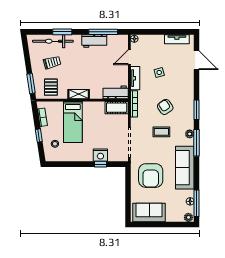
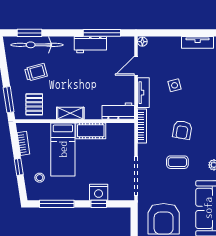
window: (62, 32) -> (30, 33), moved
armchair: (165, 107) -> (182, 130), turned -136
cot: (117, 108) -> (91, 131), moved
window: (68, 164) -> (57, 204), added

